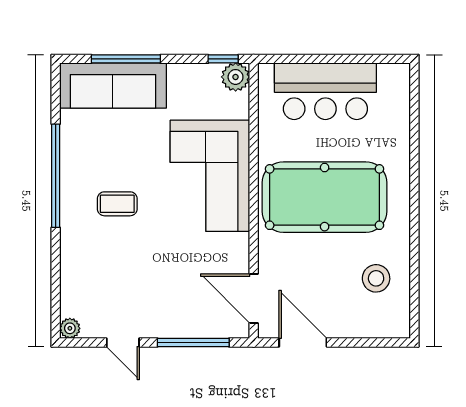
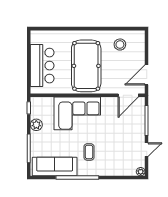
plant: (236, 77) -> (36, 125), moved
sofa: (113, 85) -> (55, 166), moved, turned -90

